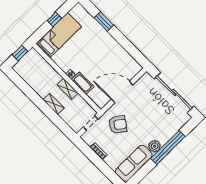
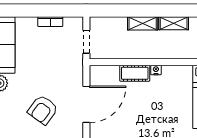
shelving: (68, 89) -> (174, 23), moved
armchair: (118, 125) -> (43, 110), moved

